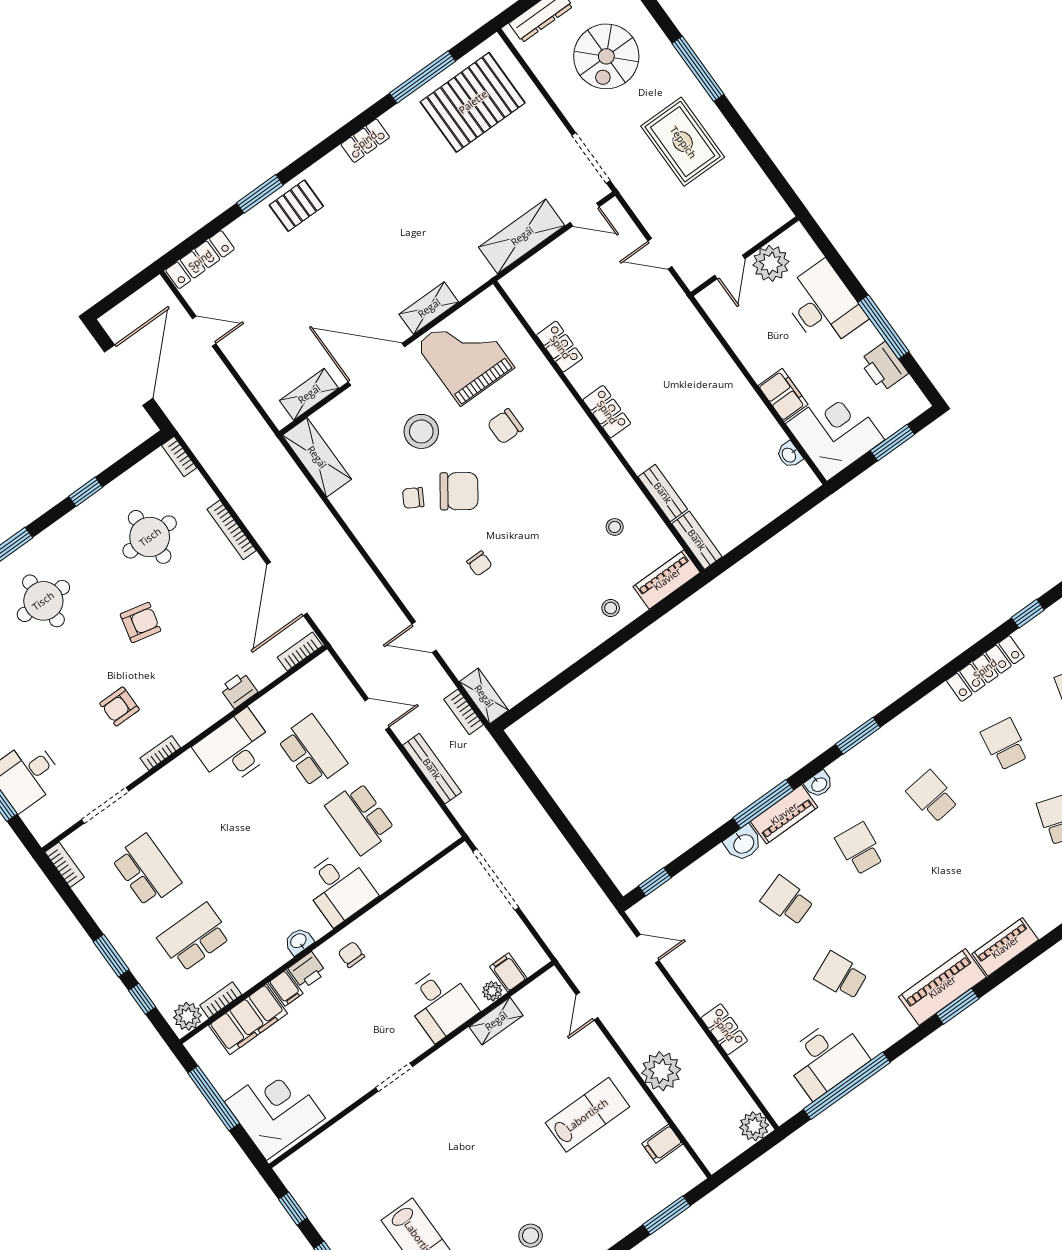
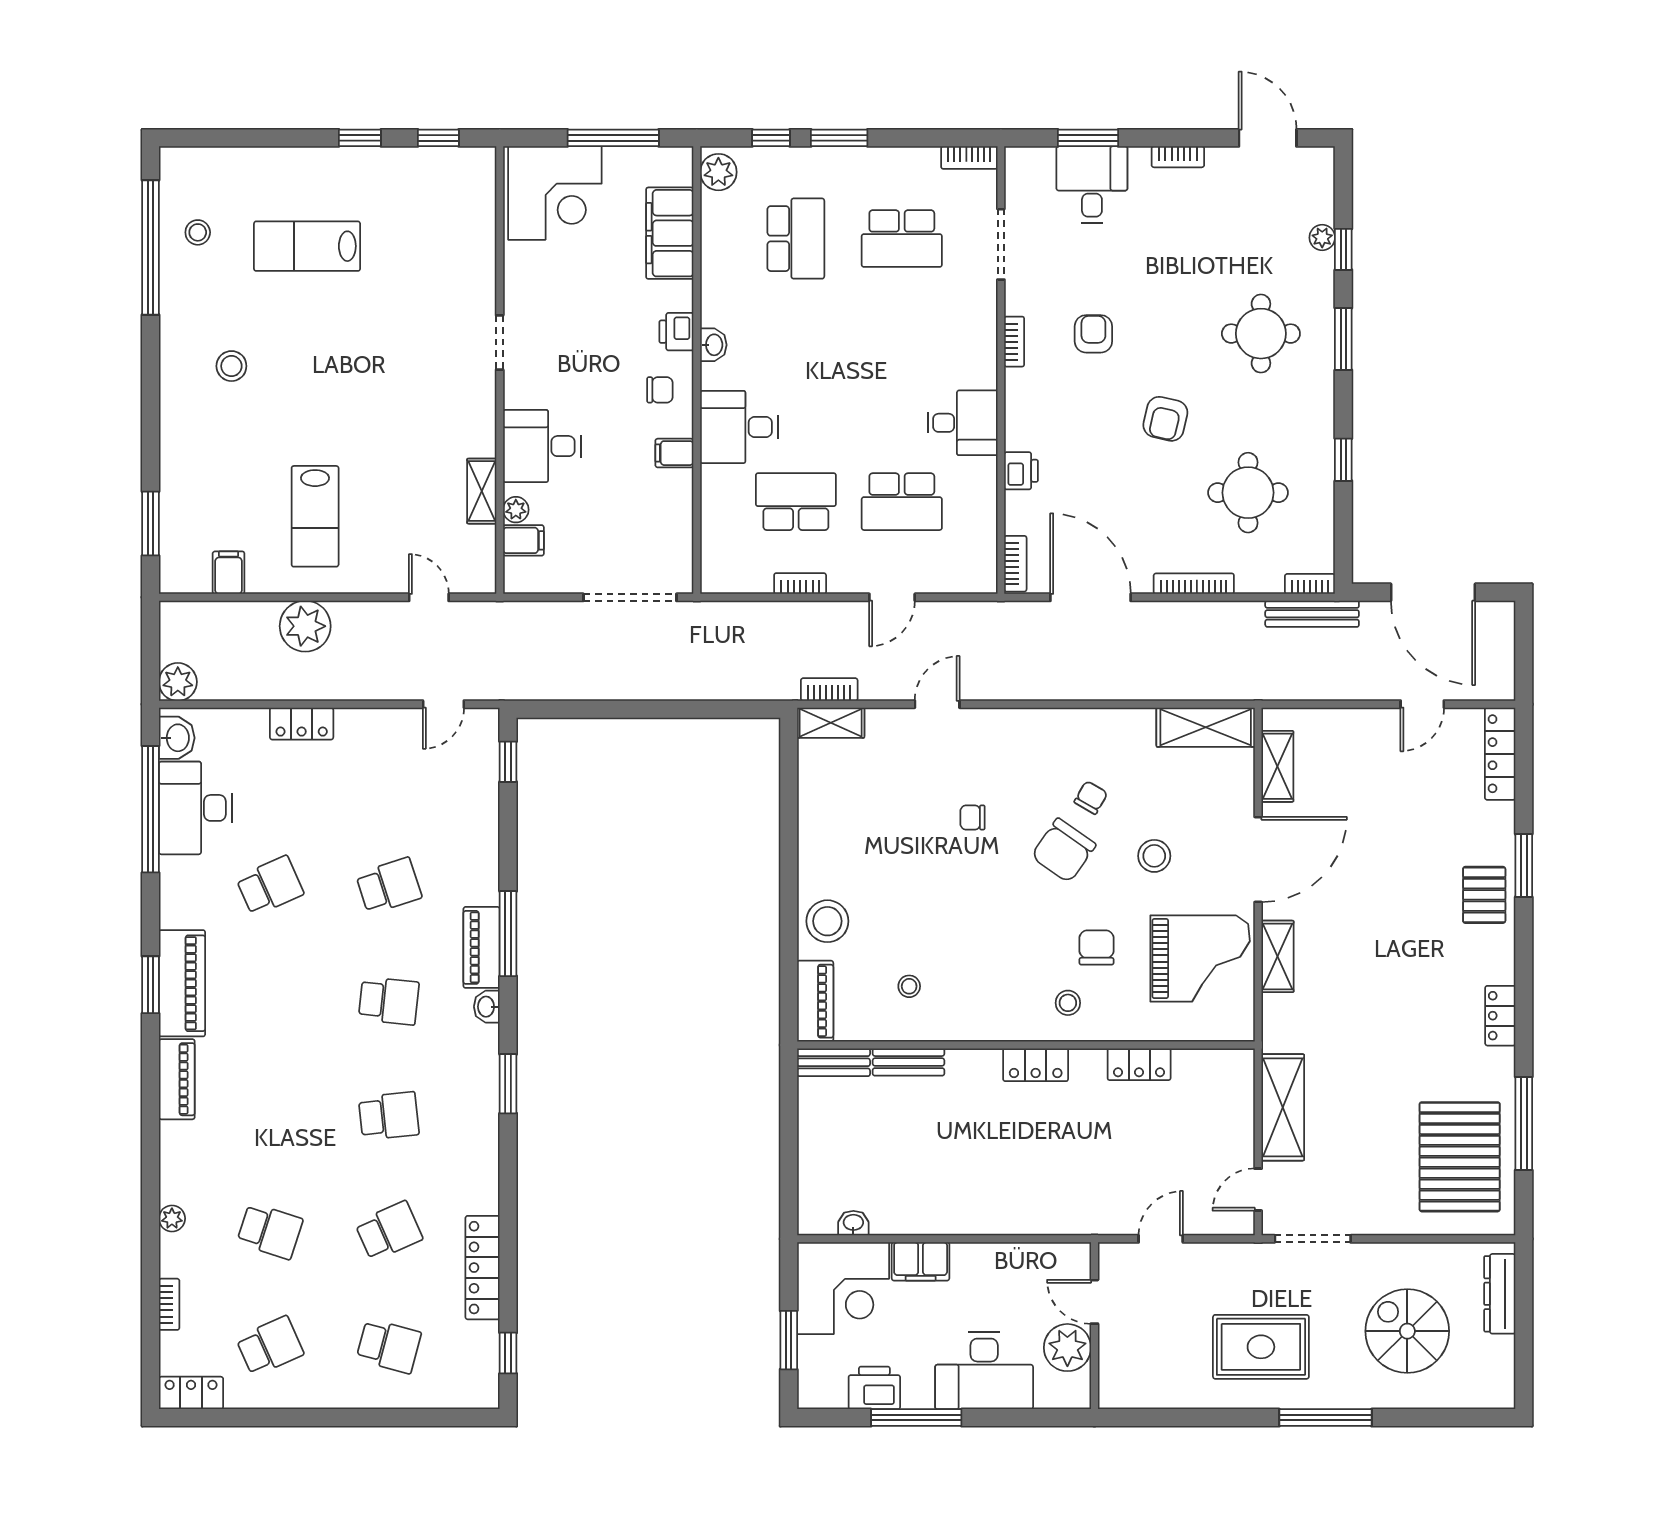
stool: (553, 419) -> (1068, 1003), added
stool: (421, 431) -> (1154, 856), width x0.73, depth x0.73
stool: (611, 608) -> (827, 921), width x1.89, depth x1.89
school desk: (1005, 744) -> (389, 1231), turned -33
desk: (235, 749) -> (963, 423), width x0.73
bench: (432, 769) -> (1312, 614), moved
washbasin: (743, 843) -> (177, 738), moved, turned 180
filing cabinet: (286, 988) -> (674, 453), moved
bookcase: (221, 1000) -> (800, 584), moved, turned -90

